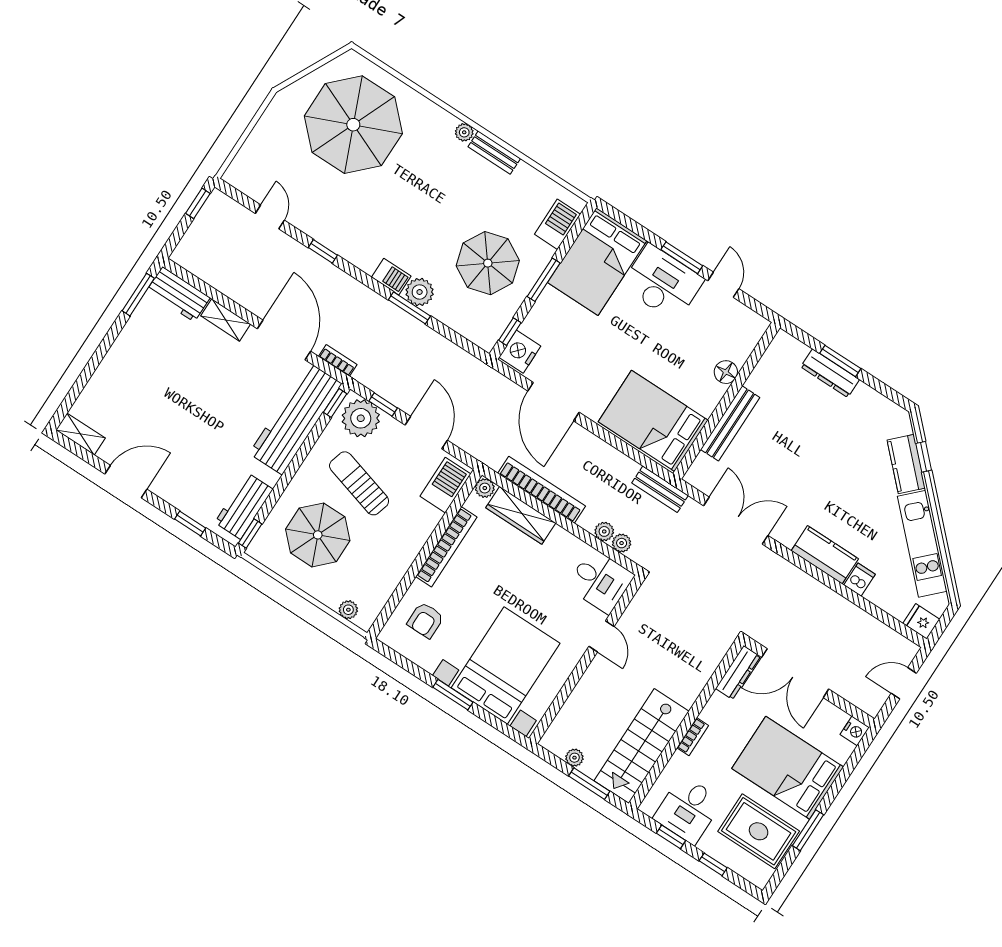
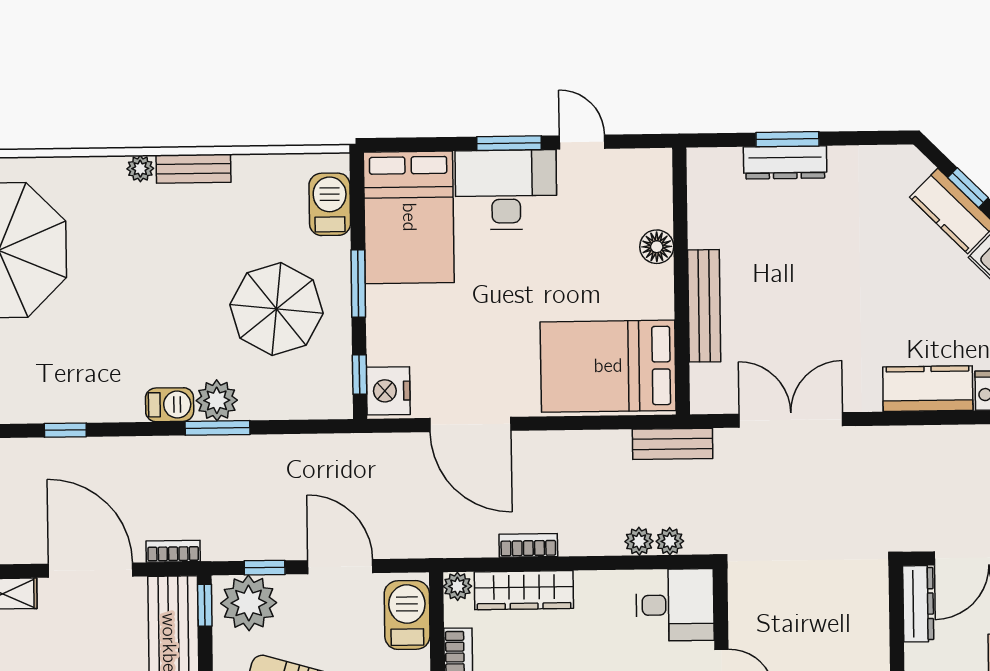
bookcase: (542, 490) -> (528, 545), width x0.43, depth x0.76

